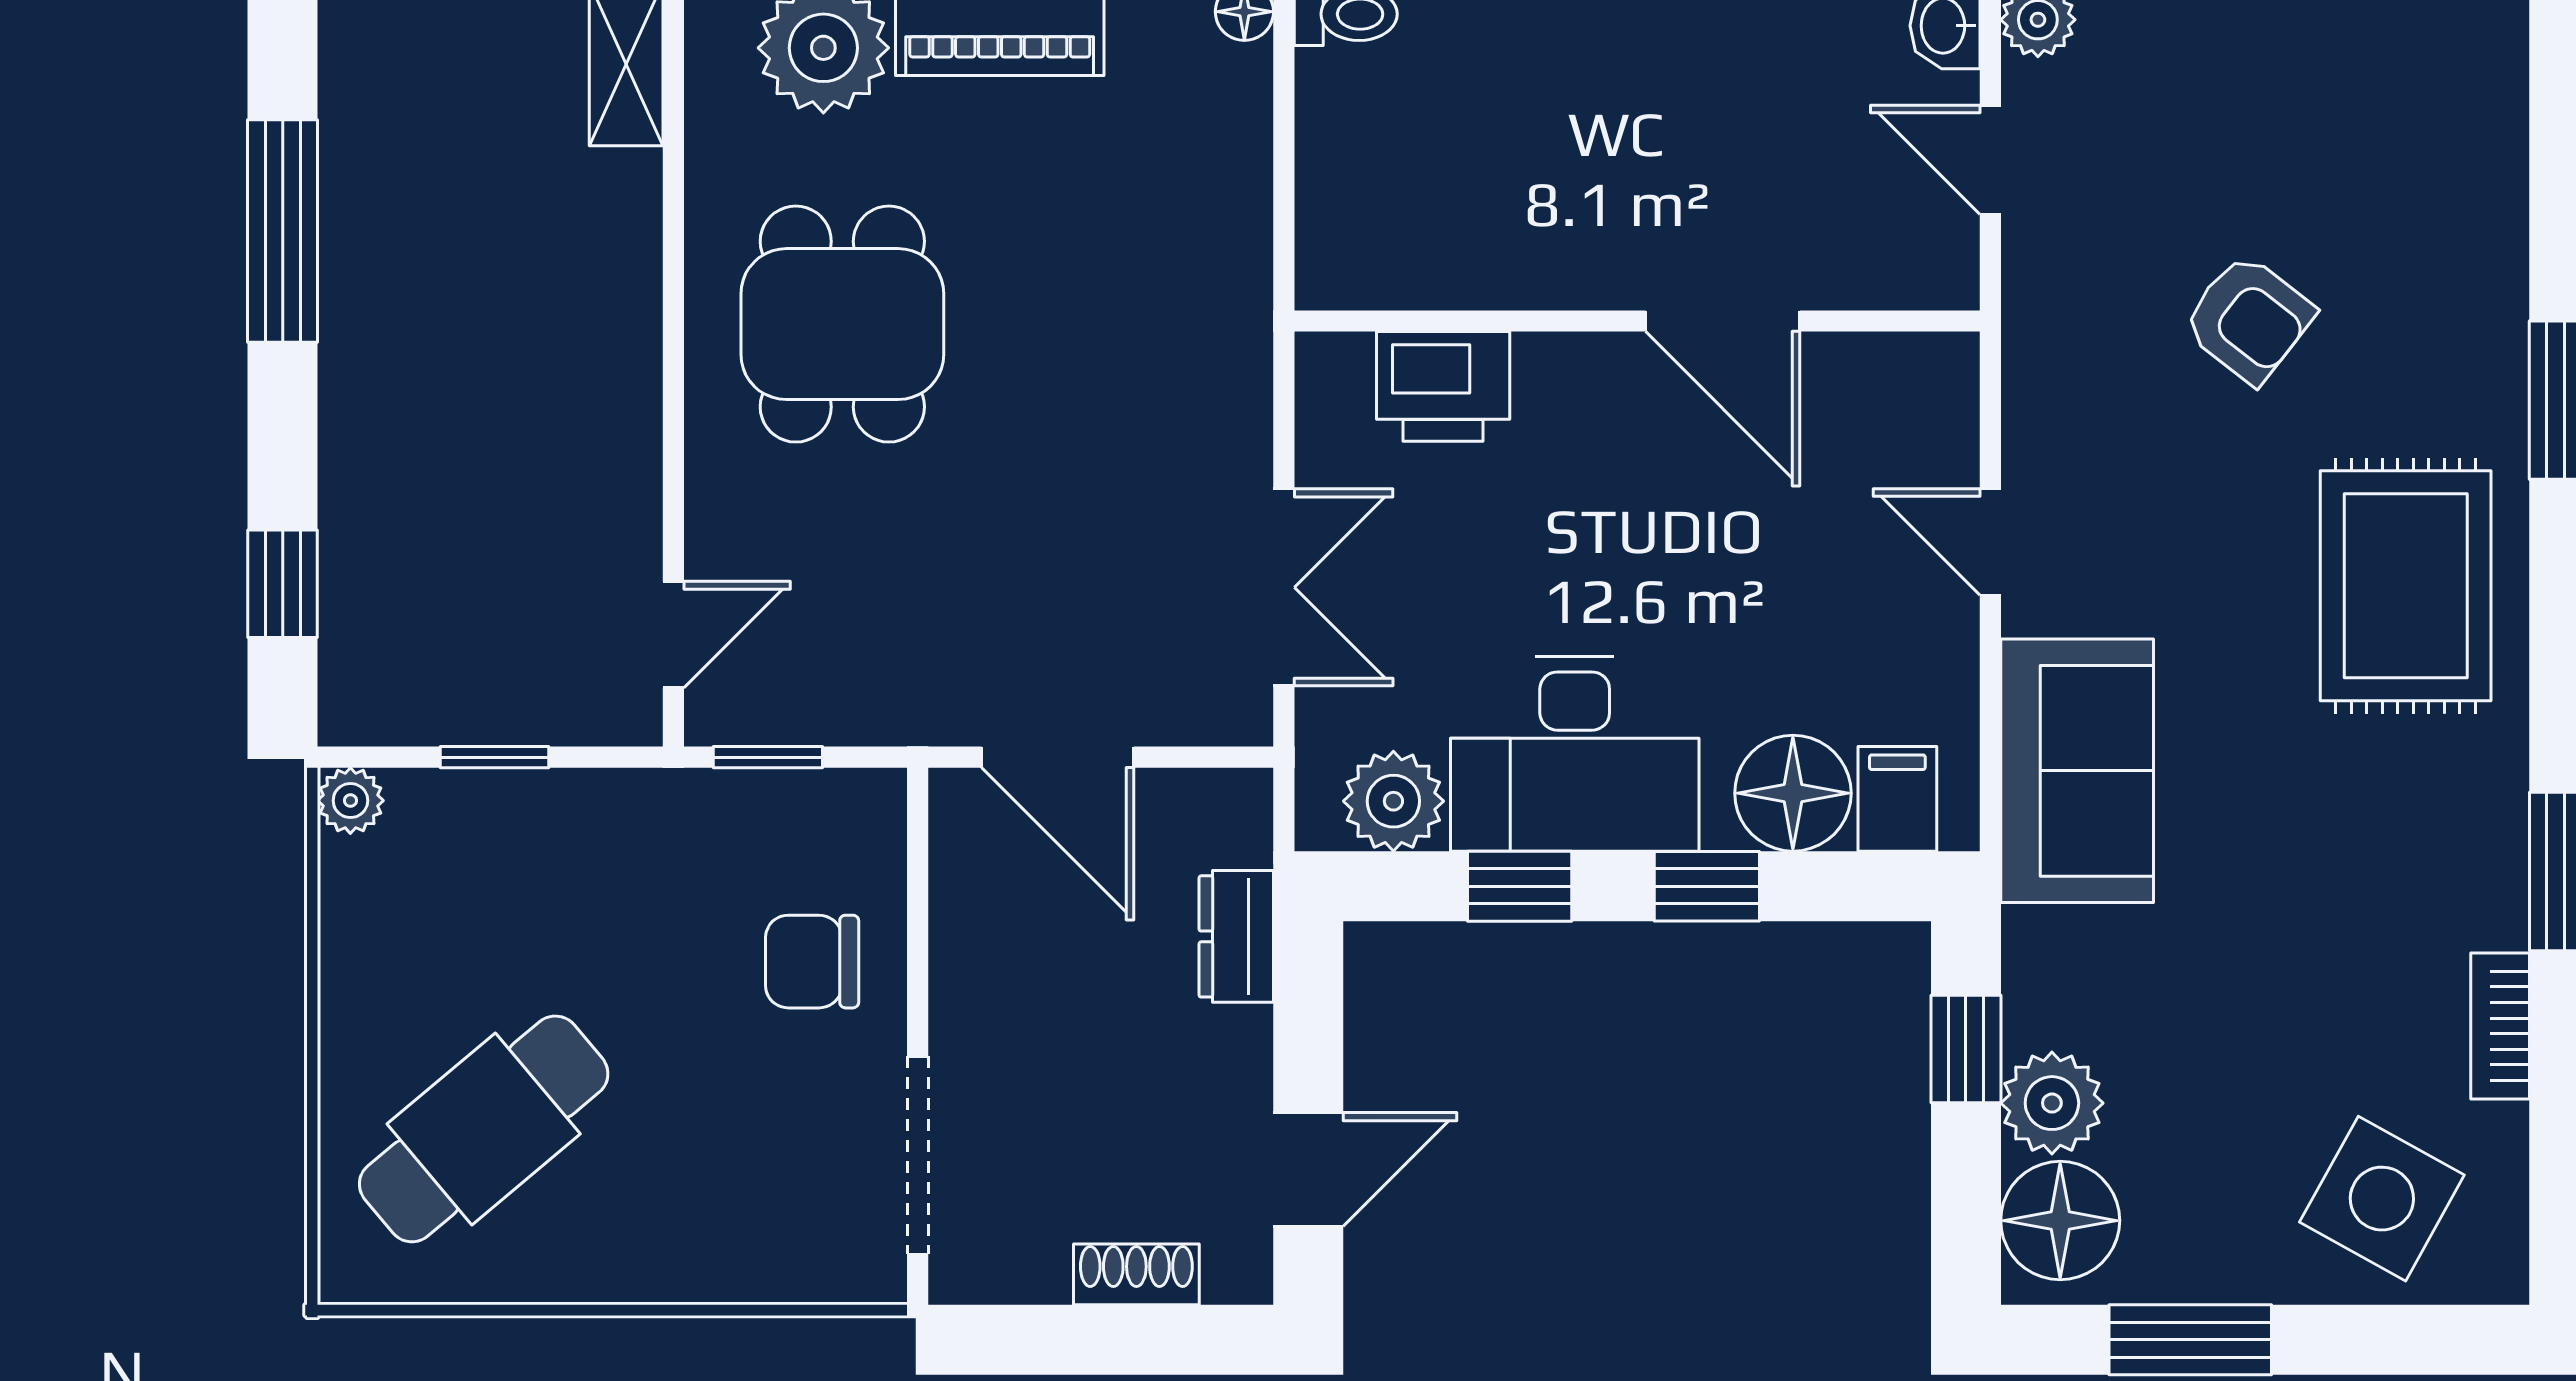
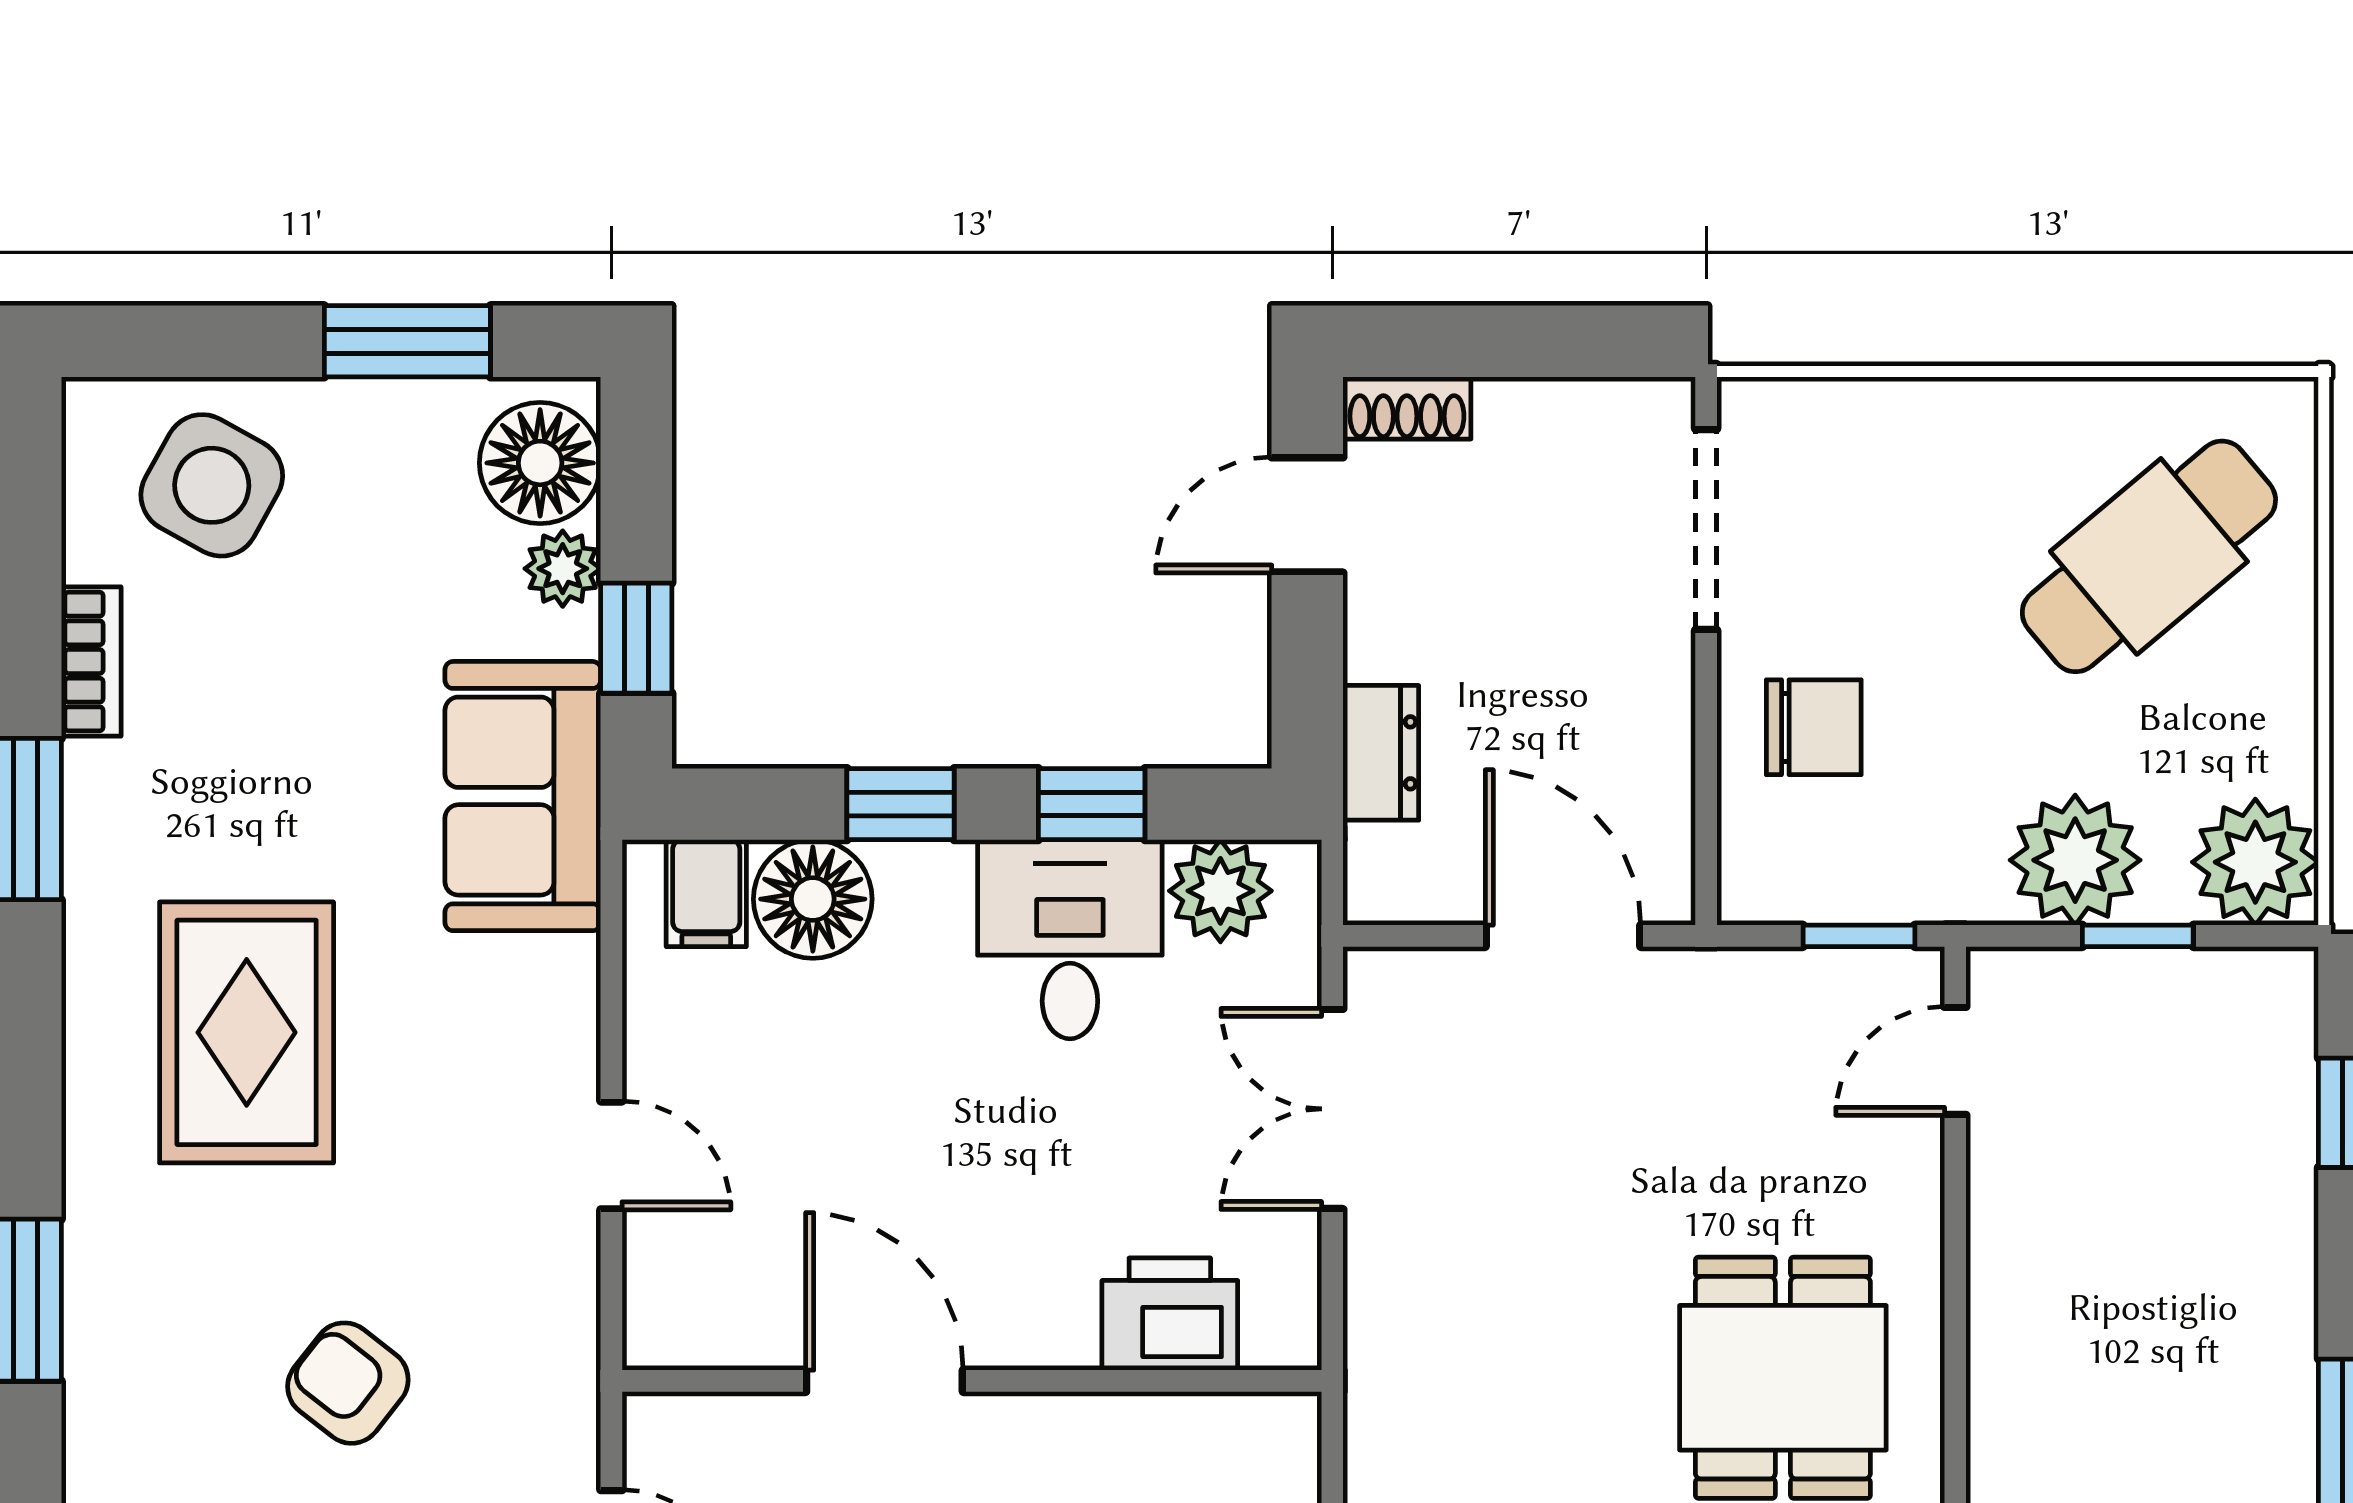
rug: (2406, 586) -> (247, 1032), moved
desk: (1575, 754) -> (1070, 939), width x0.73
sofa: (2077, 771) -> (523, 796), moved
plant: (350, 801) -> (2255, 862), width x1.88, depth x1.88
plant: (556, 831) -> (2075, 860), added
plant: (2052, 1103) -> (563, 569), width x0.73, depth x0.73
shoe rack: (1136, 1274) -> (1407, 408), moved

